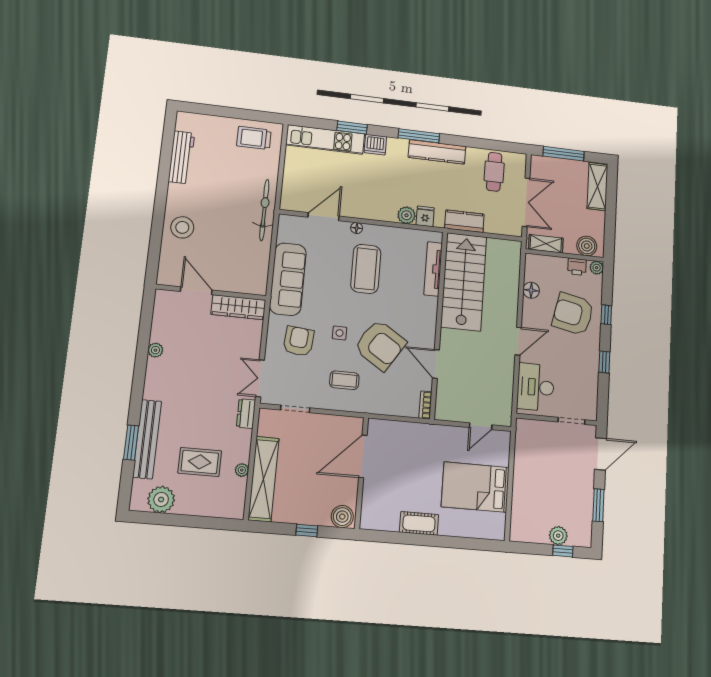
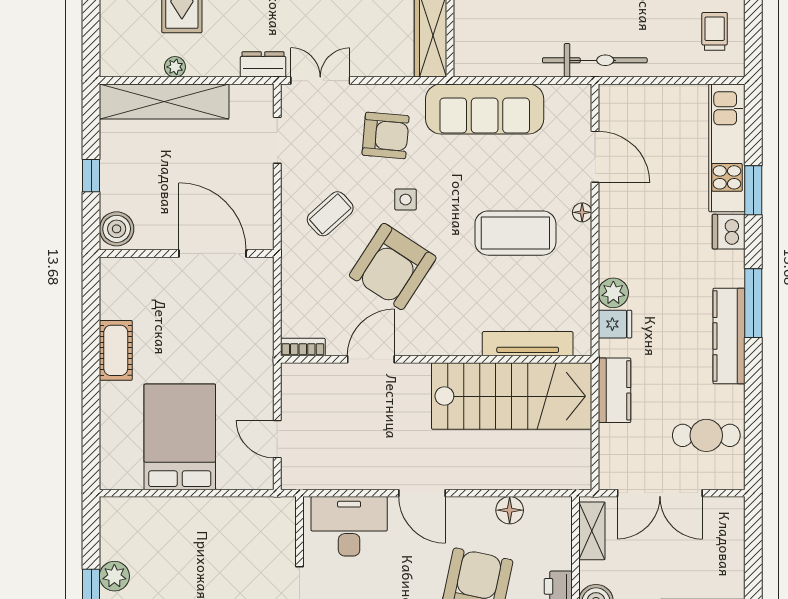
trolley: (254, 138) -> (715, 31), width x0.73, depth x0.72
window: (563, 154) -> (753, 553), removed
coffee table: (344, 380) -> (330, 214), turned 48

